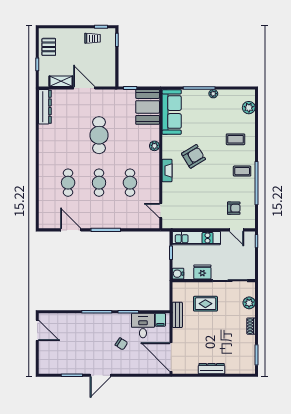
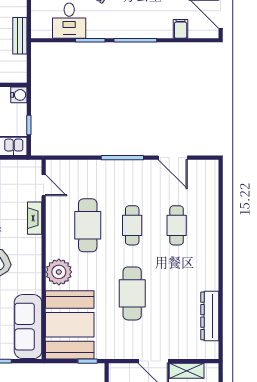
dresser: (45, 107) -> (210, 316), moved
booth: (148, 107) -> (70, 325), width x1.36, depth x1.42
plant: (154, 146) -> (59, 272), width x1.88, depth x1.88
fireplace: (167, 171) -> (35, 218), moved
cafe table: (130, 183) -> (88, 225), width x1.37, depth x1.35
filing cabinet: (160, 320) -> (181, 29), moved

